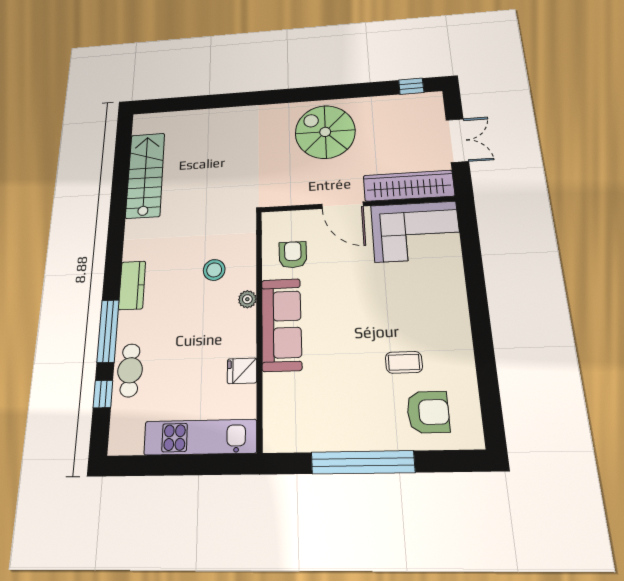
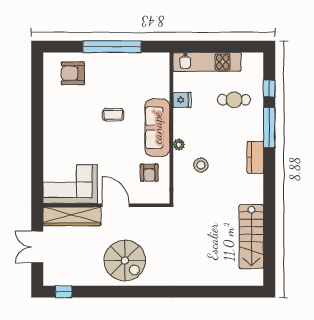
coffee table: (404, 362) -> (113, 115), moved
cafe table: (130, 370) -> (234, 100), moved, turned 90

